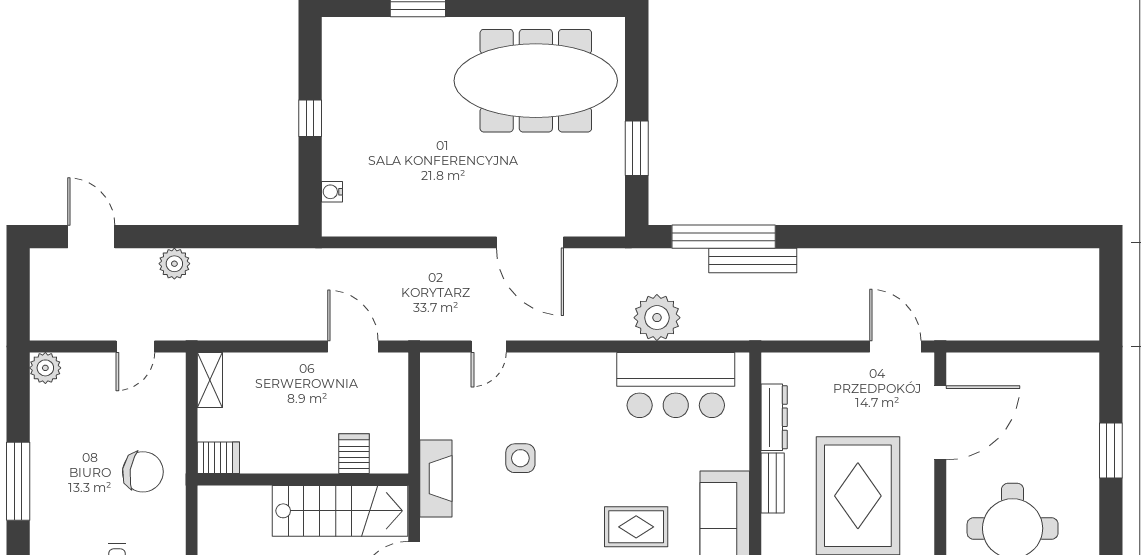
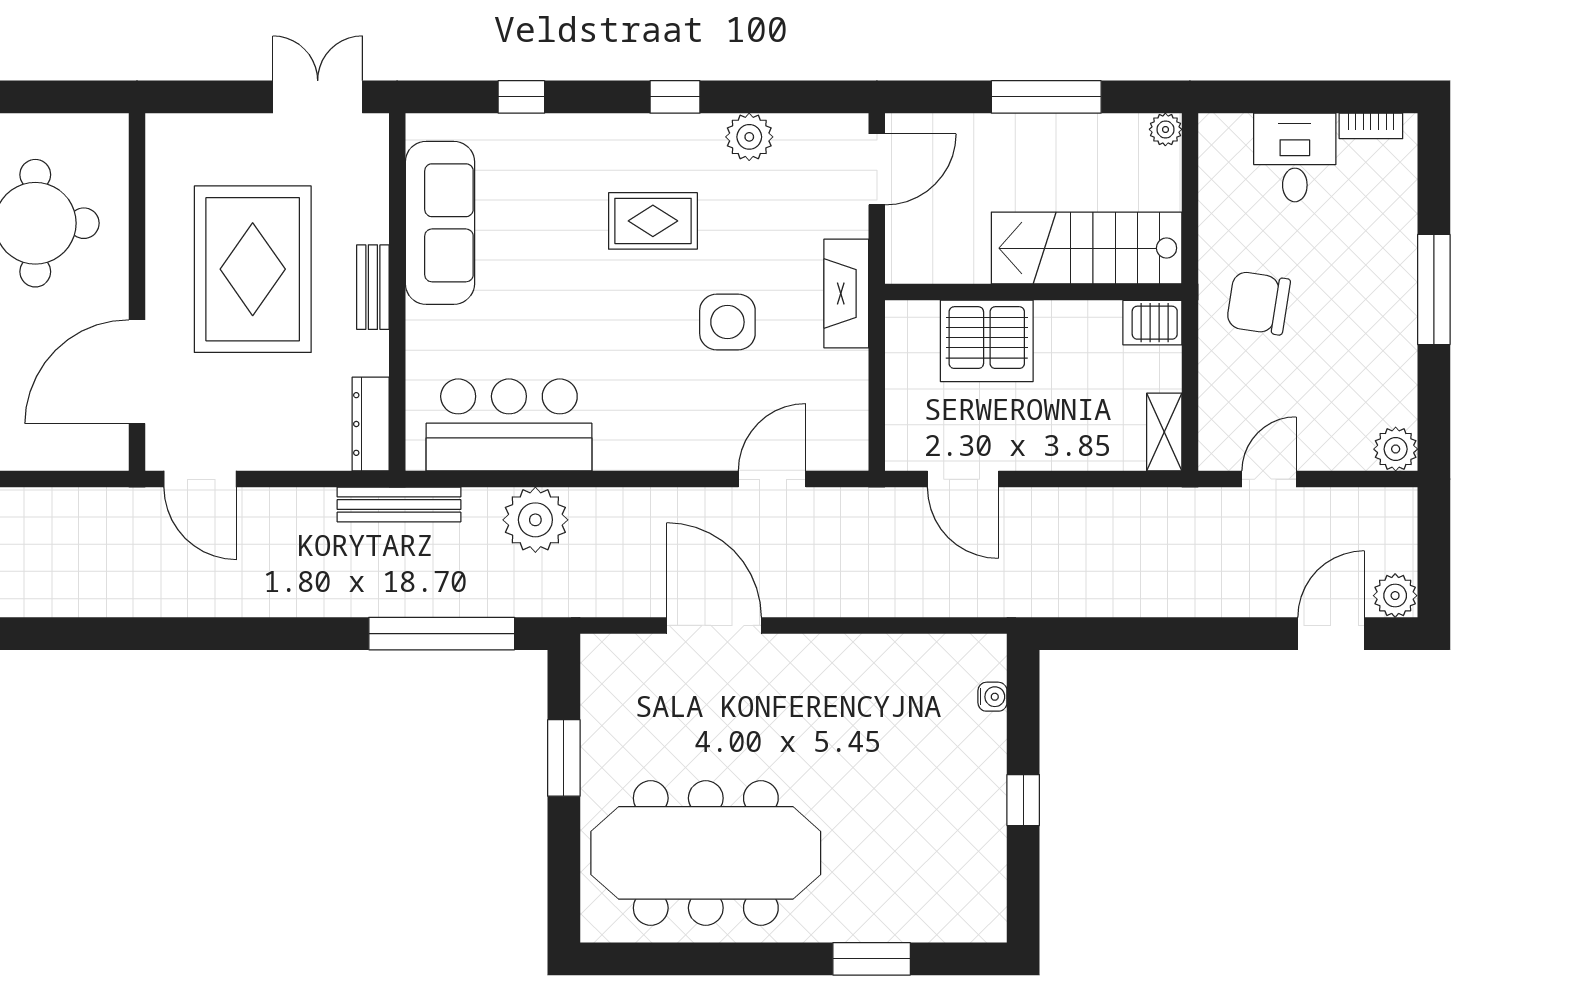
door: (91, 237) -> (1331, 634), swing flipped
bench: (753, 261) -> (399, 505), moved
plant: (174, 264) -> (1395, 596), moved
door: (489, 347) -> (772, 479), width x1.38
dresser: (774, 417) -> (371, 424), moved
server rack: (354, 454) -> (987, 341), width x2.18, depth x1.44
side table: (520, 458) -> (727, 322), width x1.37, depth x1.37
stairs: (340, 511) -> (1087, 248), moved
rug: (636, 527) -> (653, 221), moved

